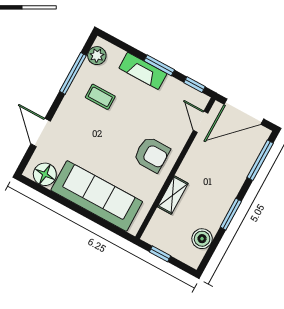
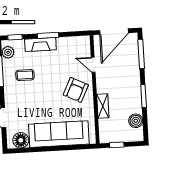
window: (195, 85) -> (15, 37), moved
door: (201, 122) -> (93, 65), moved
armchair: (152, 154) -> (76, 90), turned 116

